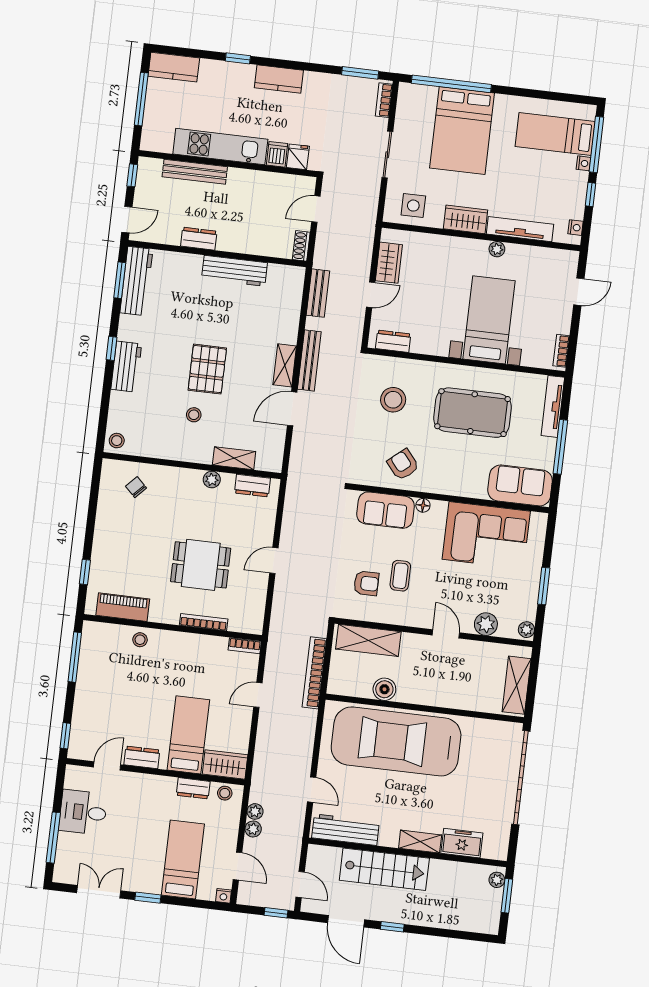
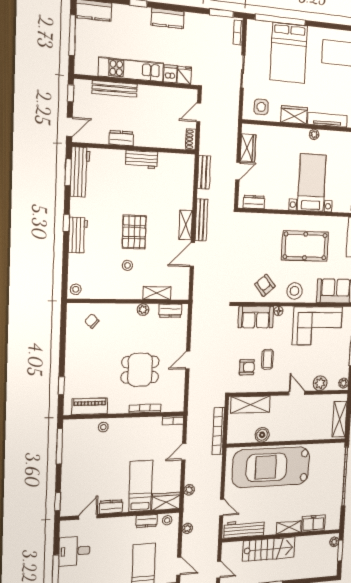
workbench: (235, 271) -> (142, 160), width x0.73
stool: (393, 400) -> (295, 291), moved
plant: (253, 829) -> (189, 490), moved

